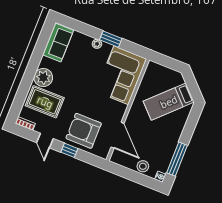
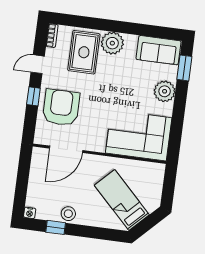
window: (111, 39) -> (184, 68), moved
plant: (97, 44) -> (165, 91), width x1.88, depth x1.88
window: (177, 159) -> (56, 227), width x0.46
stool: (143, 166) -> (68, 214), moved

